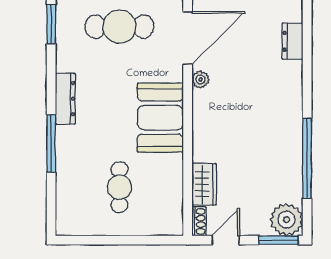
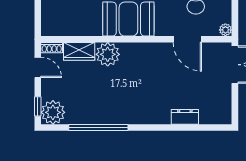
door: (188, 38) -> (187, 39), width x0.73
plant: (200, 79) -> (108, 54), moved, width x1.87, depth x1.87
window: (278, 240) -> (38, 106), width x0.67

